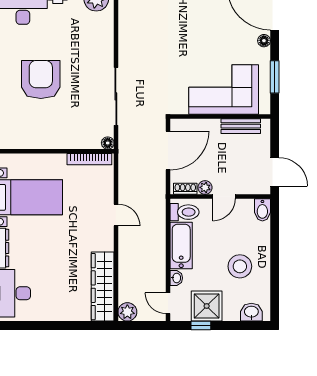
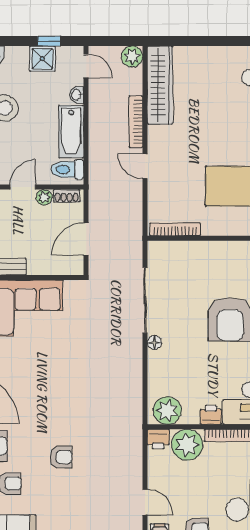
floor lamp: (108, 143) -> (154, 343), moved
door: (168, 151) -> (86, 239), width x0.73
bookcase: (124, 254) -> (136, 122), added
shower: (207, 306) -> (42, 59), width x0.73, depth x0.73

